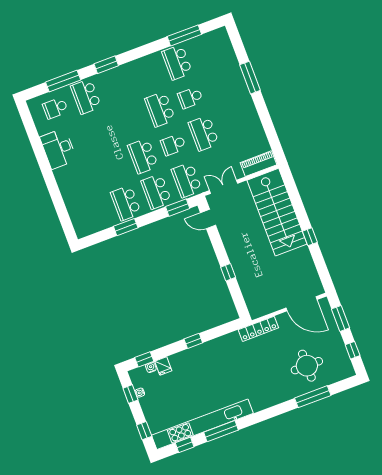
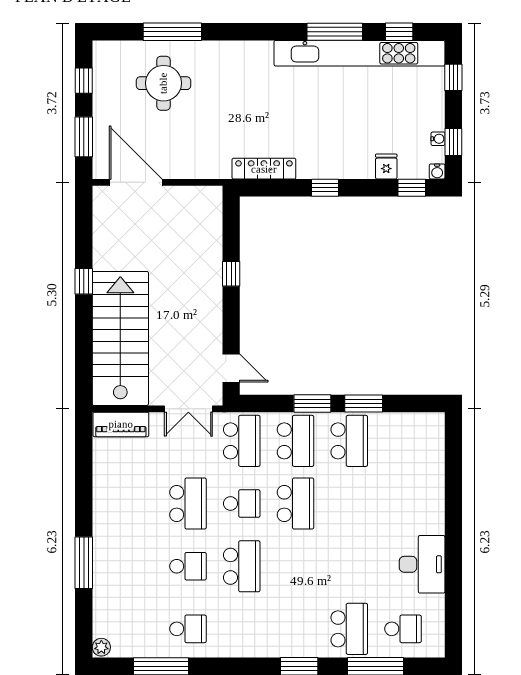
plant: (222, 34) -> (101, 647), added
school desk: (177, 62) -> (188, 629), width x0.54
window: (178, 208) -> (312, 403), moved
locker: (258, 329) -> (264, 169), moved
water cooler: (151, 367) -> (437, 171), moved

